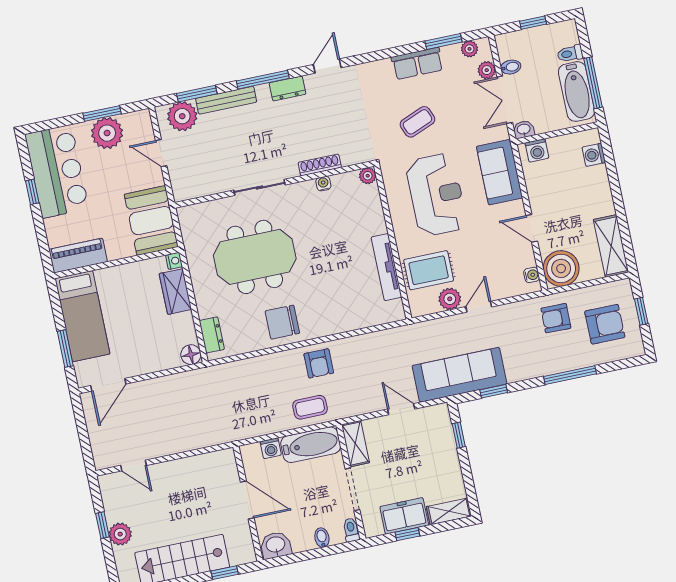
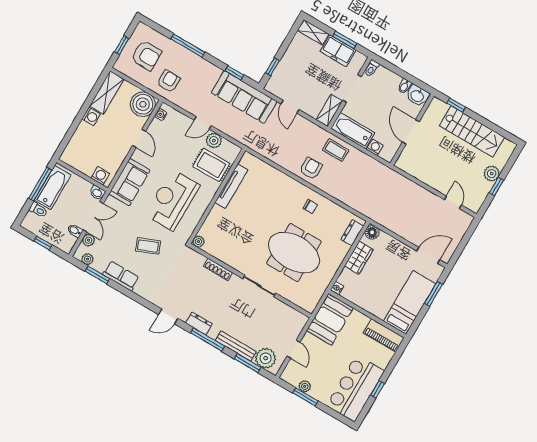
plant: (107, 133) -> (305, 386), width x0.53, depth x0.53
washing machine: (594, 155) -> (91, 116), moved
water cooler: (323, 184) -> (225, 258), removed
wardrobe: (175, 292) -> (359, 258), moved
armchair: (556, 318) -> (169, 81), turned -91
chair: (282, 322) -> (310, 206), width x0.54, depth x0.54
armchair: (605, 324) -> (146, 55), turned 180
window: (407, 534) -> (345, 40), width x1.50
bidet: (322, 538) -> (404, 86), moved

